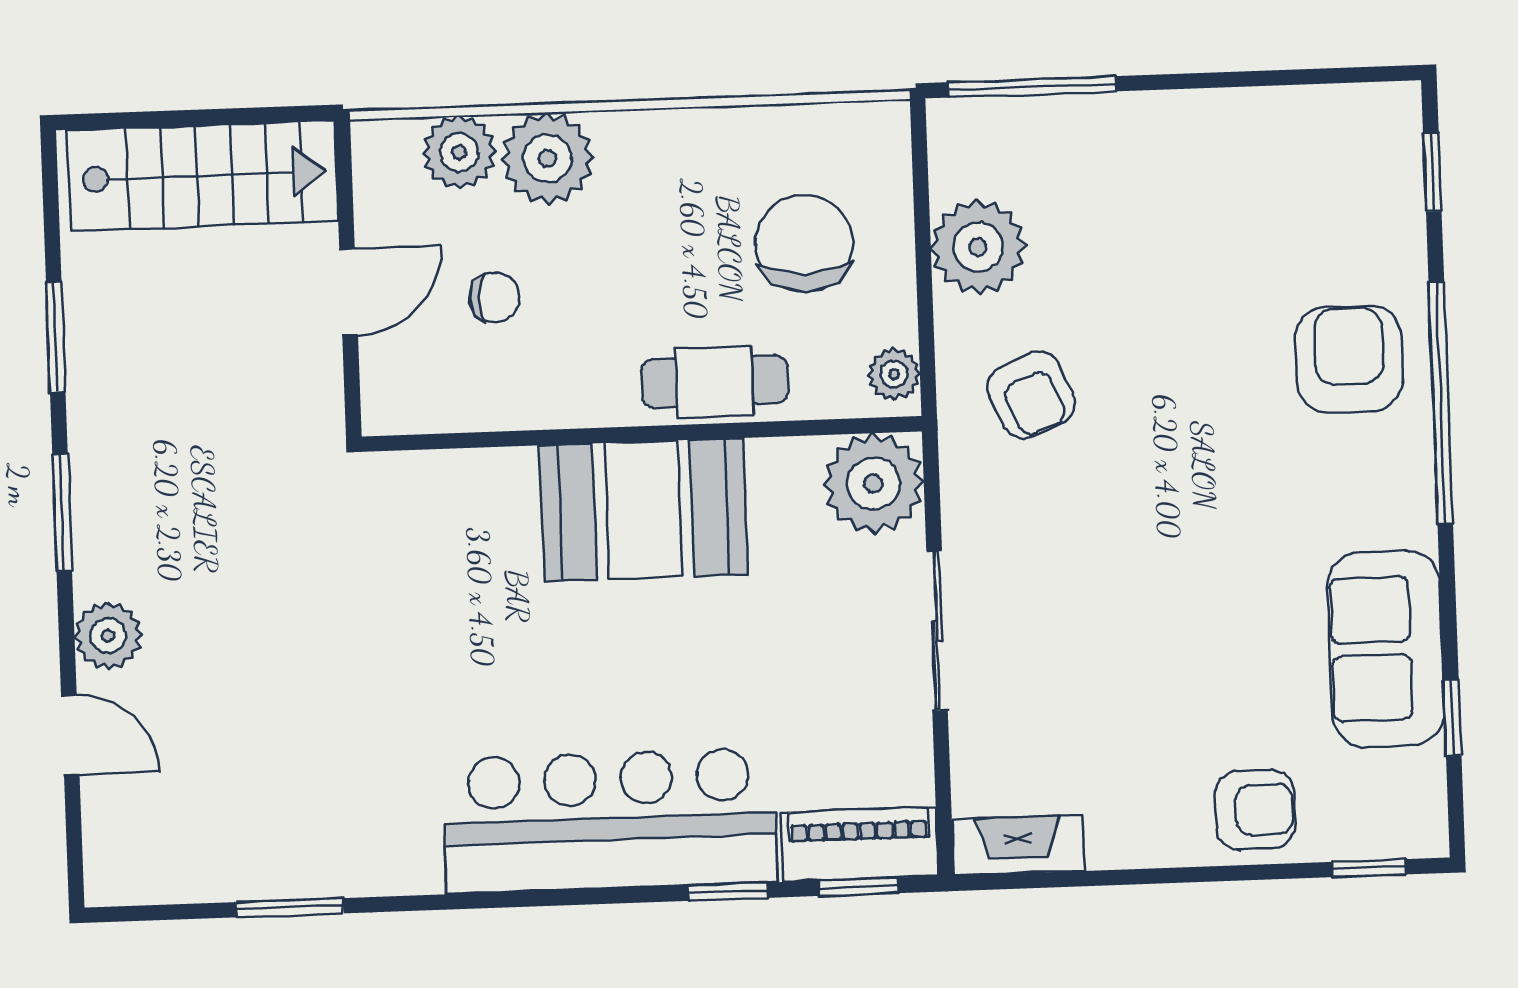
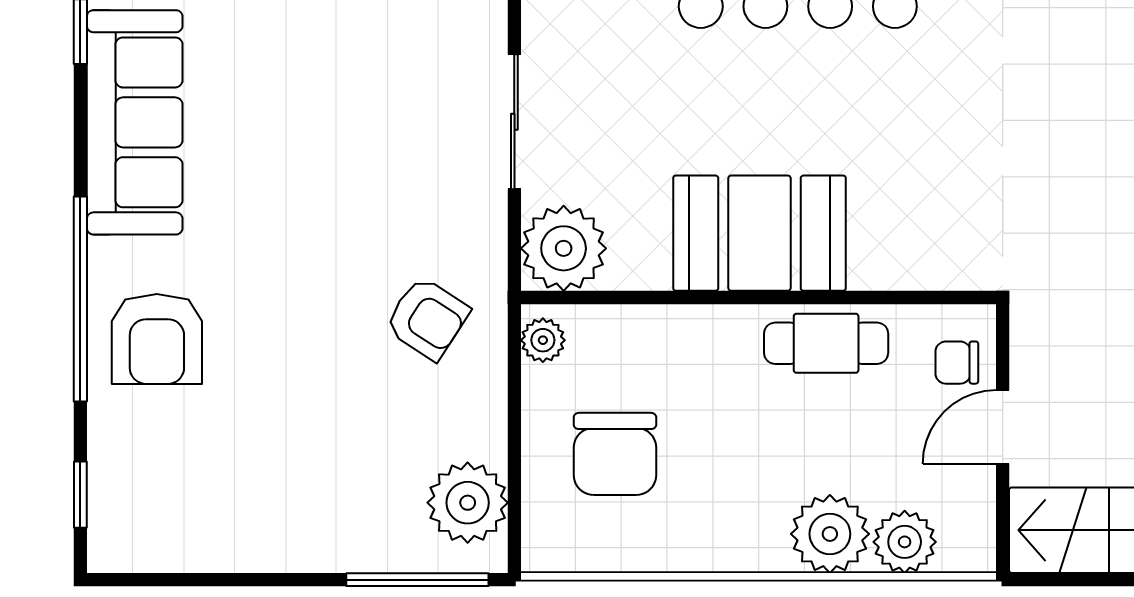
plant: (978, 247) -> (468, 503), moved
chair: (495, 298) -> (957, 363), moved
cafe table: (715, 382) -> (826, 343), moved
armchair: (1031, 395) -> (427, 318), turned 146
sofa: (1386, 648) -> (135, 122), width x1.36

